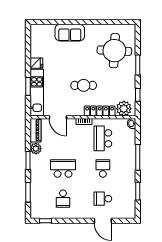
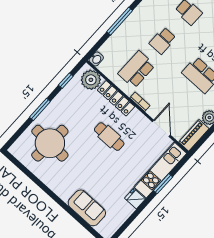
sofa: (70, 33) -> (87, 208), moved
school desk: (103, 138) -> (137, 69), turned 180

